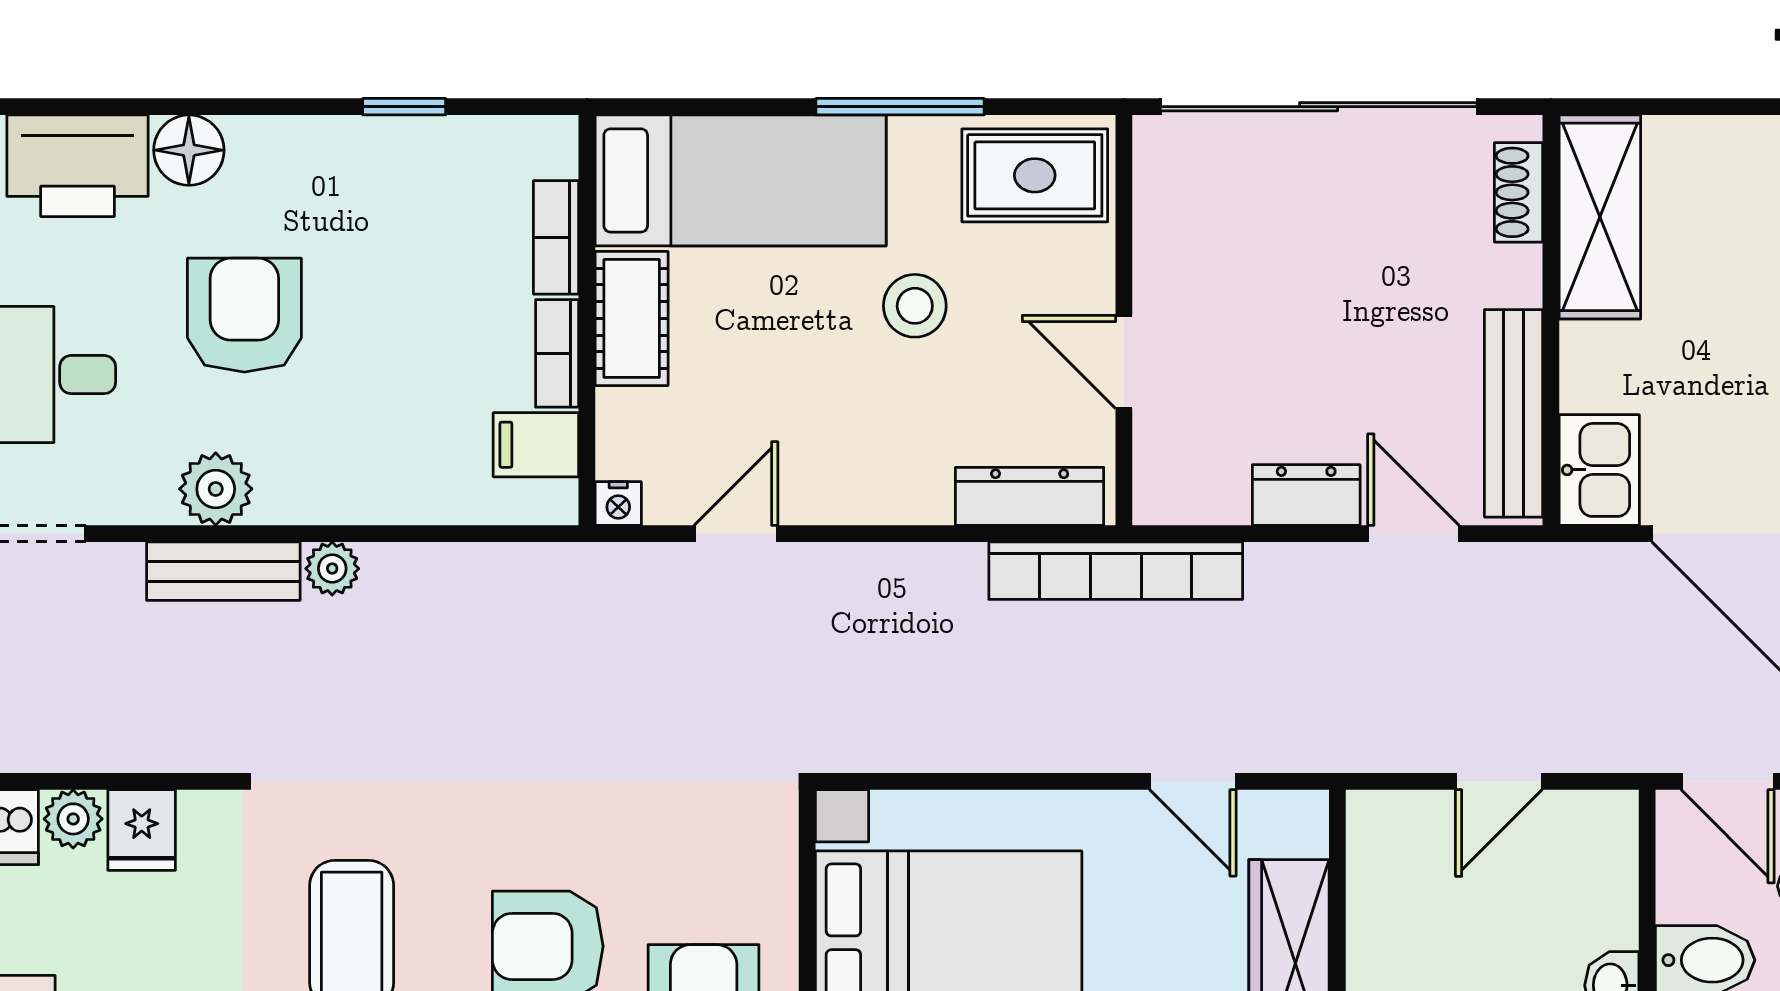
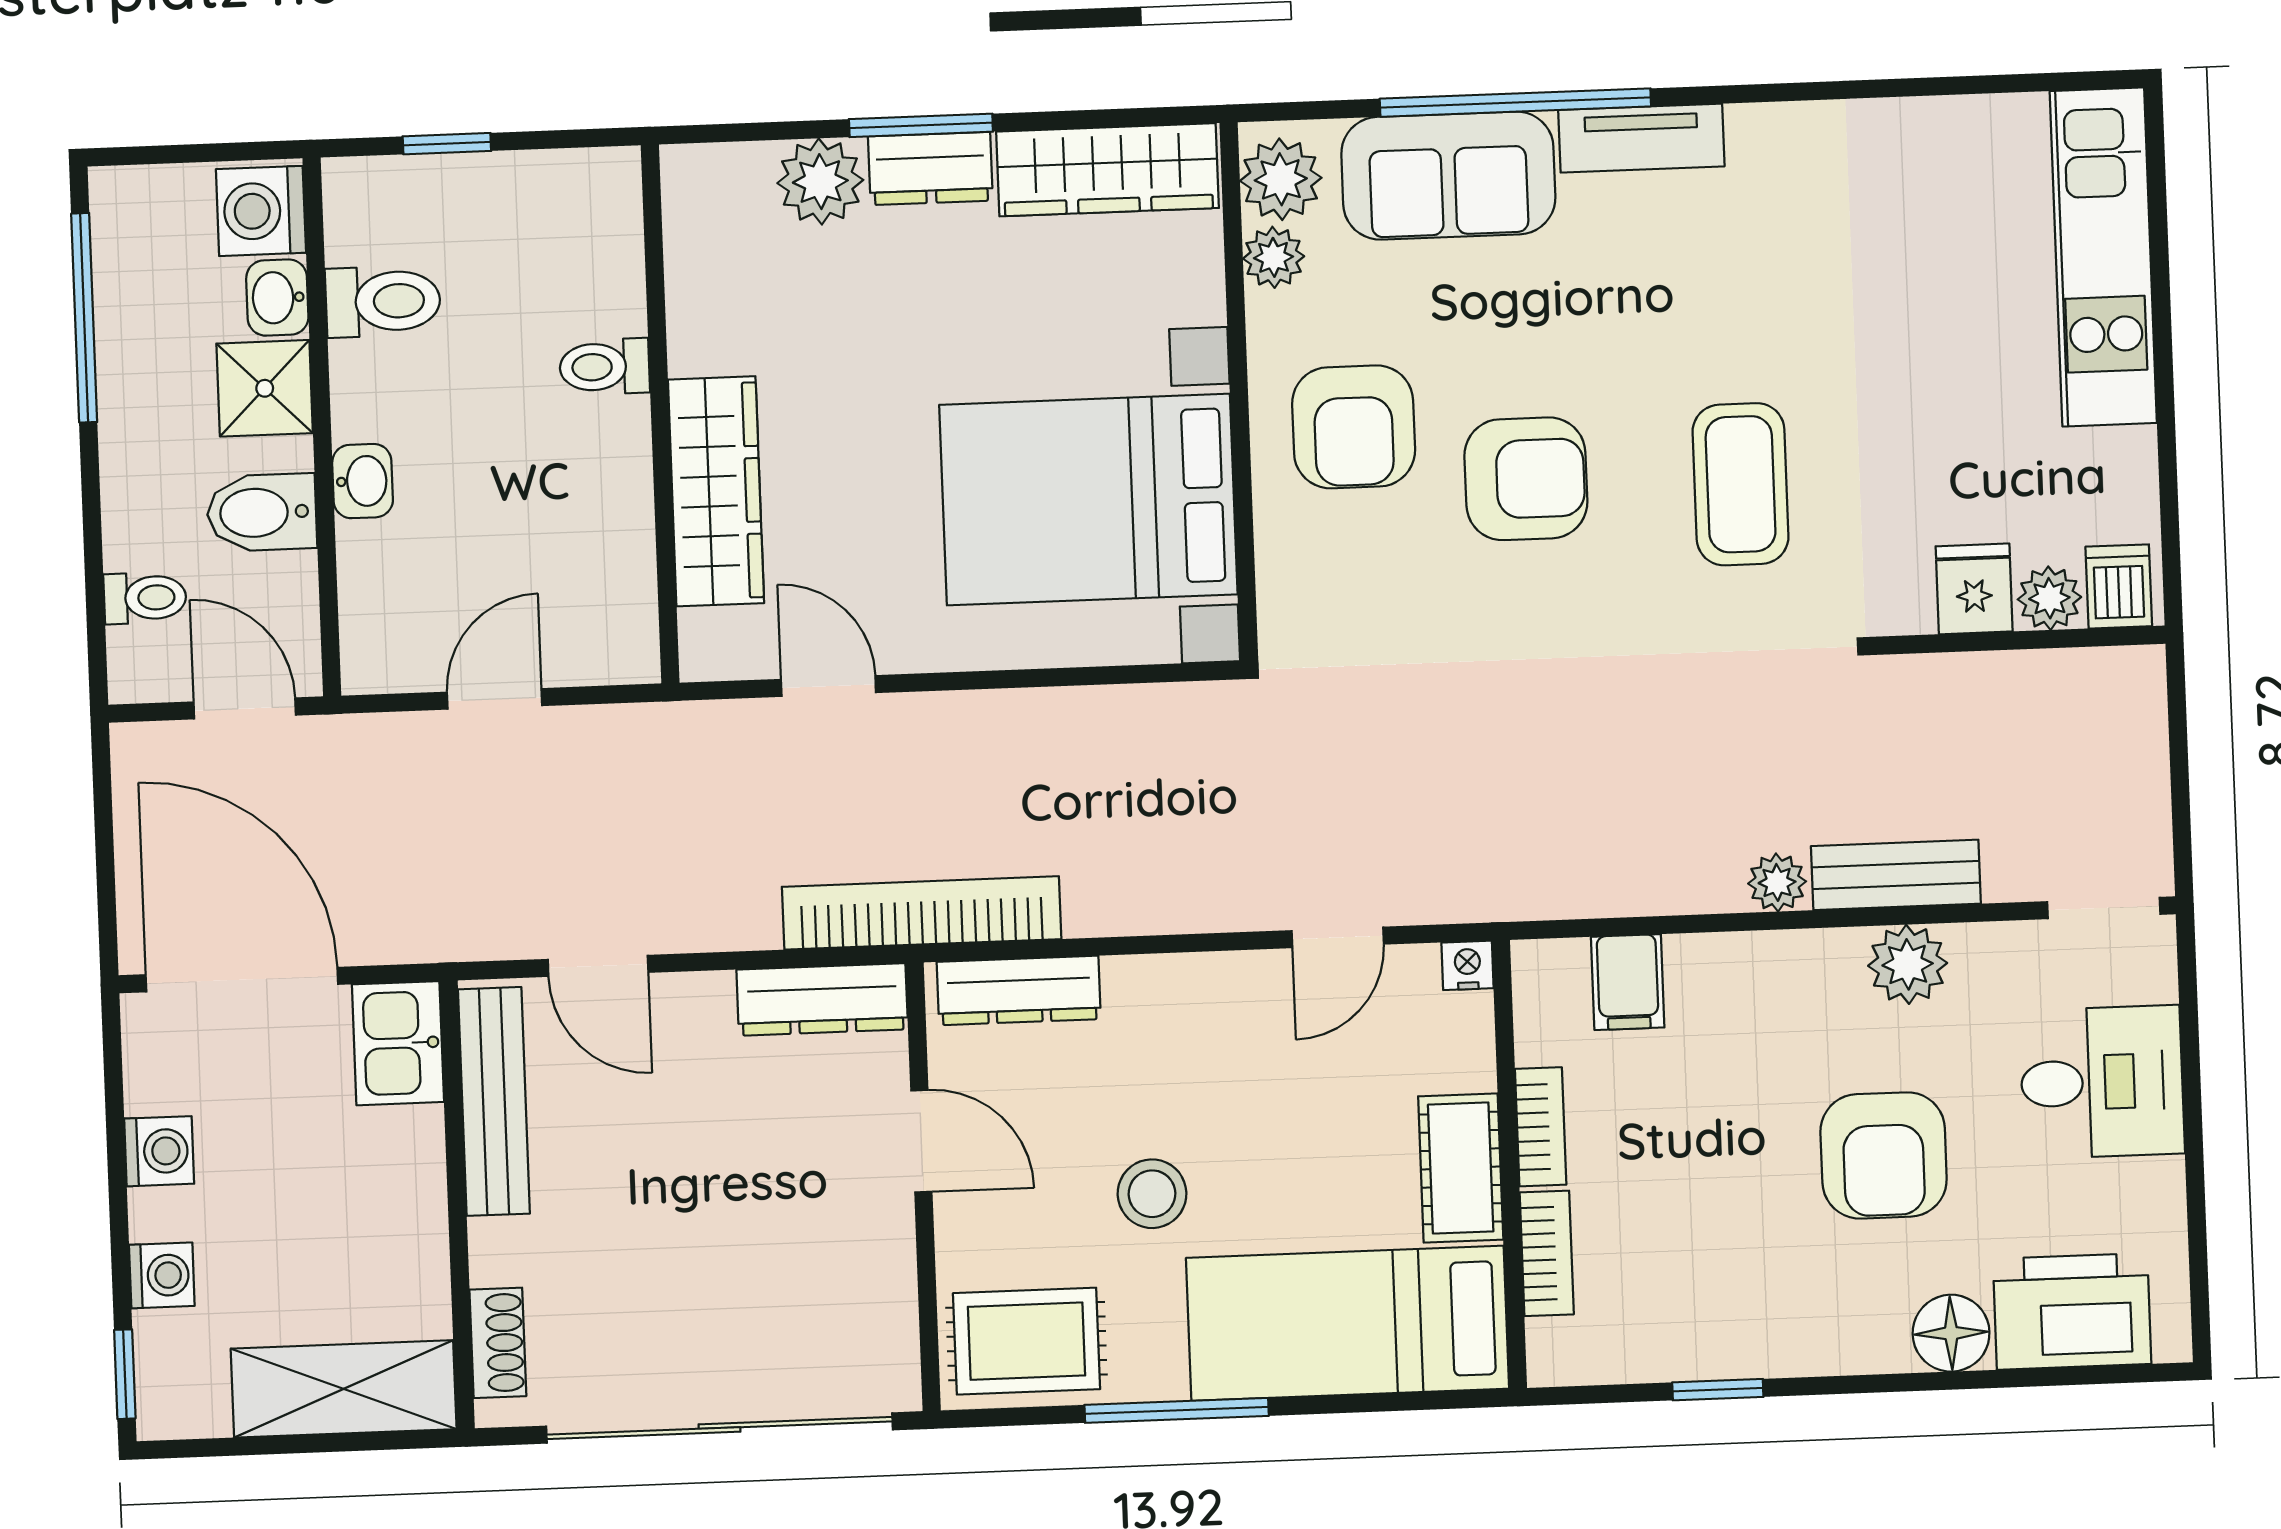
shelving: (1600, 217) -> (344, 1389), moved, turned 90
filing cabinet: (536, 445) -> (1628, 982), moved, turned 90
dresser: (1306, 495) -> (822, 999), moved, width x1.44

